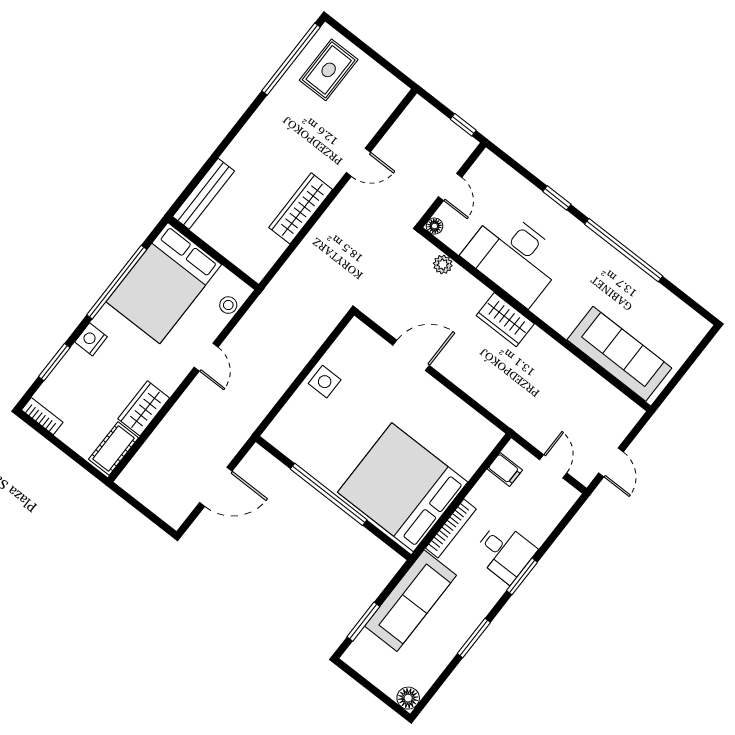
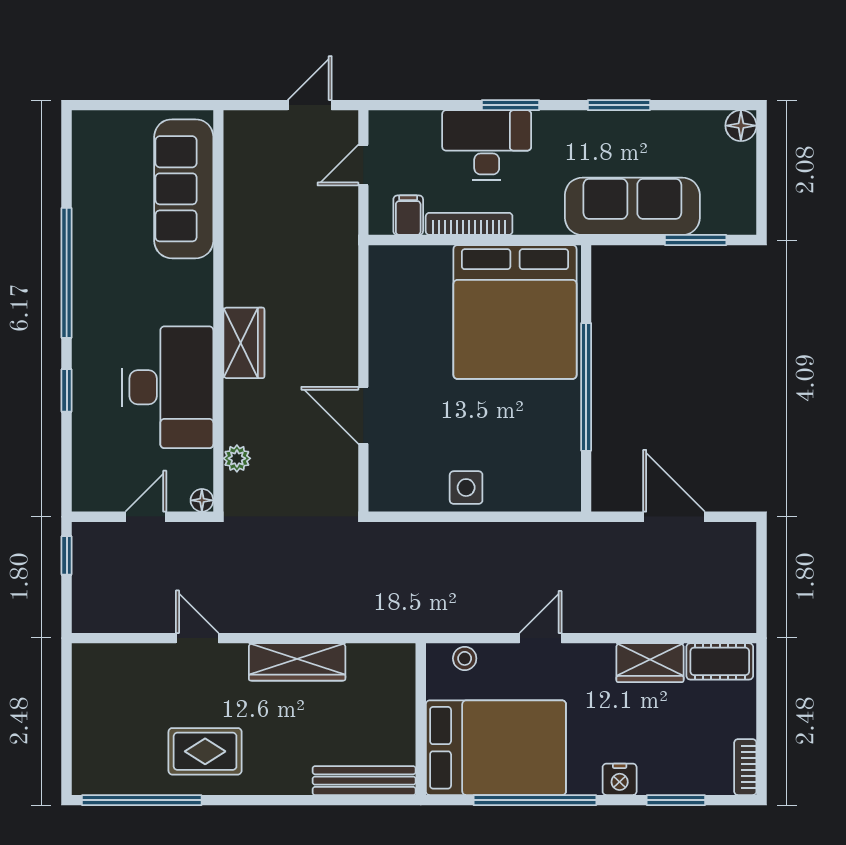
rug: (329, 70) -> (205, 751), moved
bookcase: (451, 529) -> (469, 224), moved
desk: (505, 552) -> (487, 145), width x1.37

